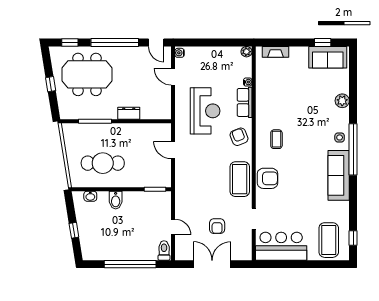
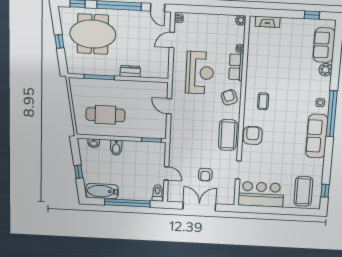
sofa: (328, 57) -> (324, 45), moved, turned 90
door: (173, 77) -> (172, 40), hinge flipped
armchair: (267, 178) -> (253, 135), turned -90
bathtub: (101, 252) -> (102, 191), added

